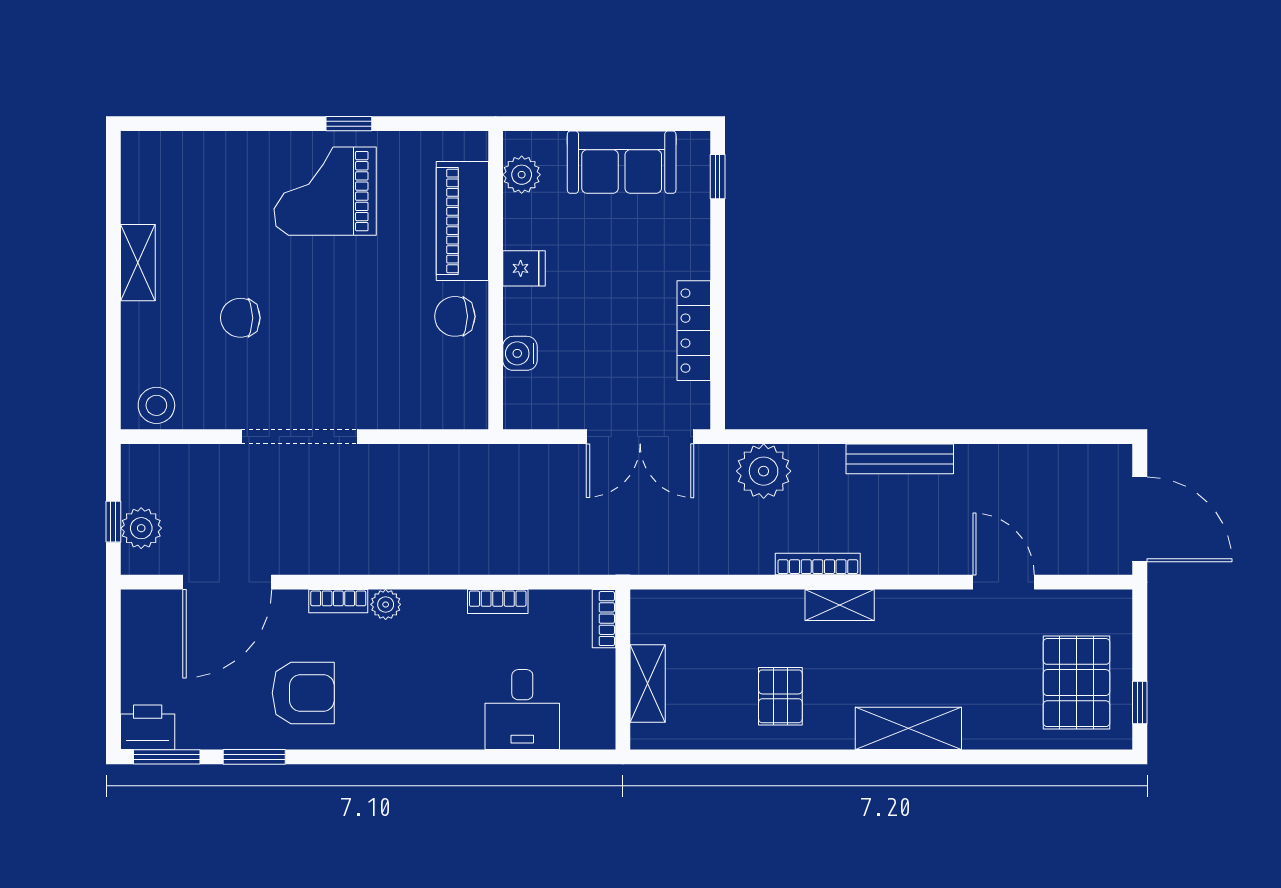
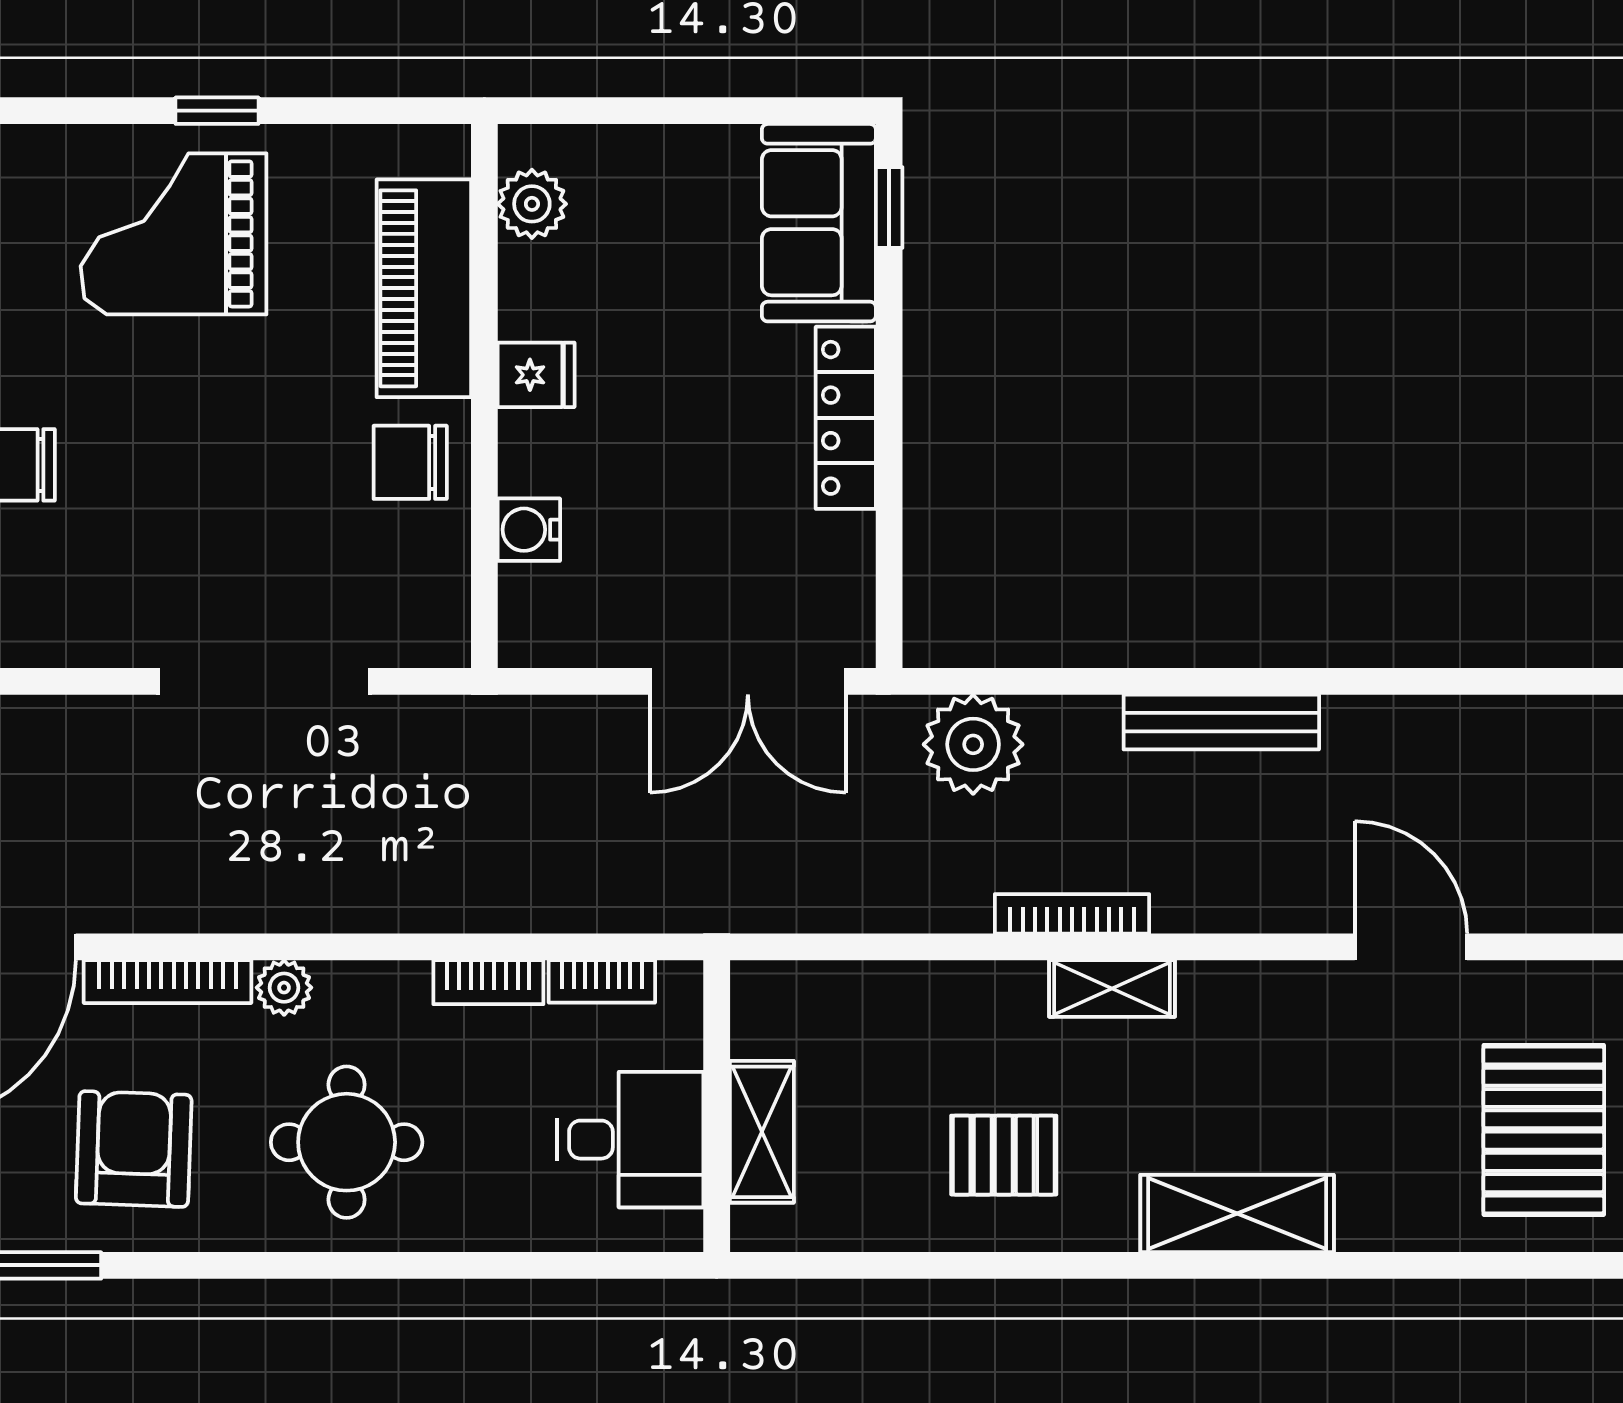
sofa: (622, 162) -> (819, 223), moved, turned 90
locker: (694, 331) -> (846, 418), moved
doorway: (299, 437) -> (264, 681), moved
bookcase: (338, 601) -> (167, 982), width x1.56
bookcase: (604, 619) -> (602, 981), moved, turned -90
round table: (420, 689) -> (347, 1142), added
armchair: (303, 693) -> (134, 1149), turned -88
pallet: (780, 696) -> (1004, 1155), turned 90
desk: (522, 710) -> (630, 1140), moved, turned -90

